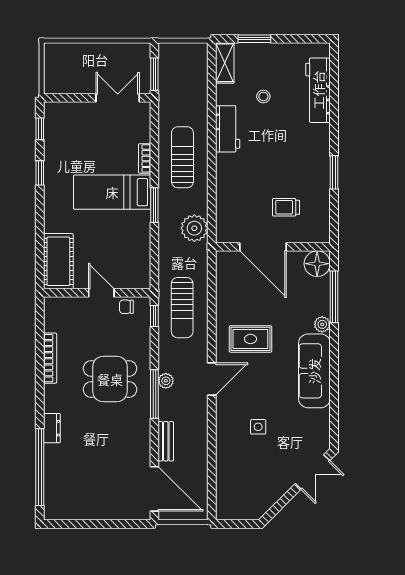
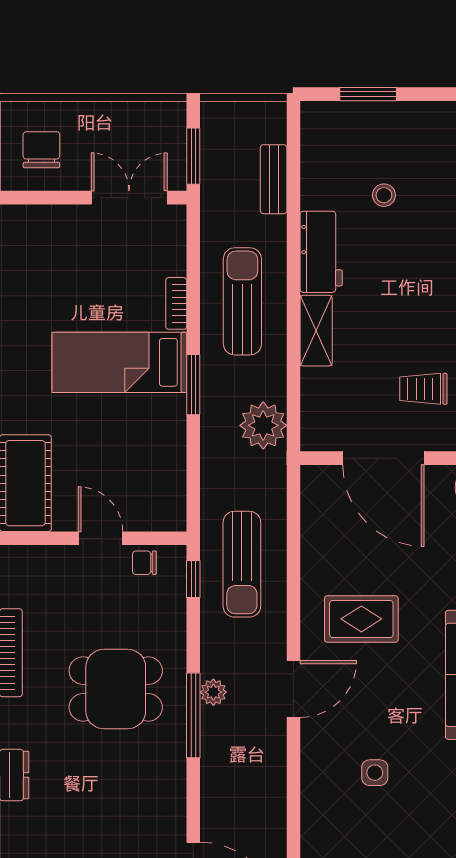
shelving: (225, 63) -> (316, 331), moved
chair: (67, 71) -> (41, 150), added
bench: (166, 441) -> (274, 179), moved

